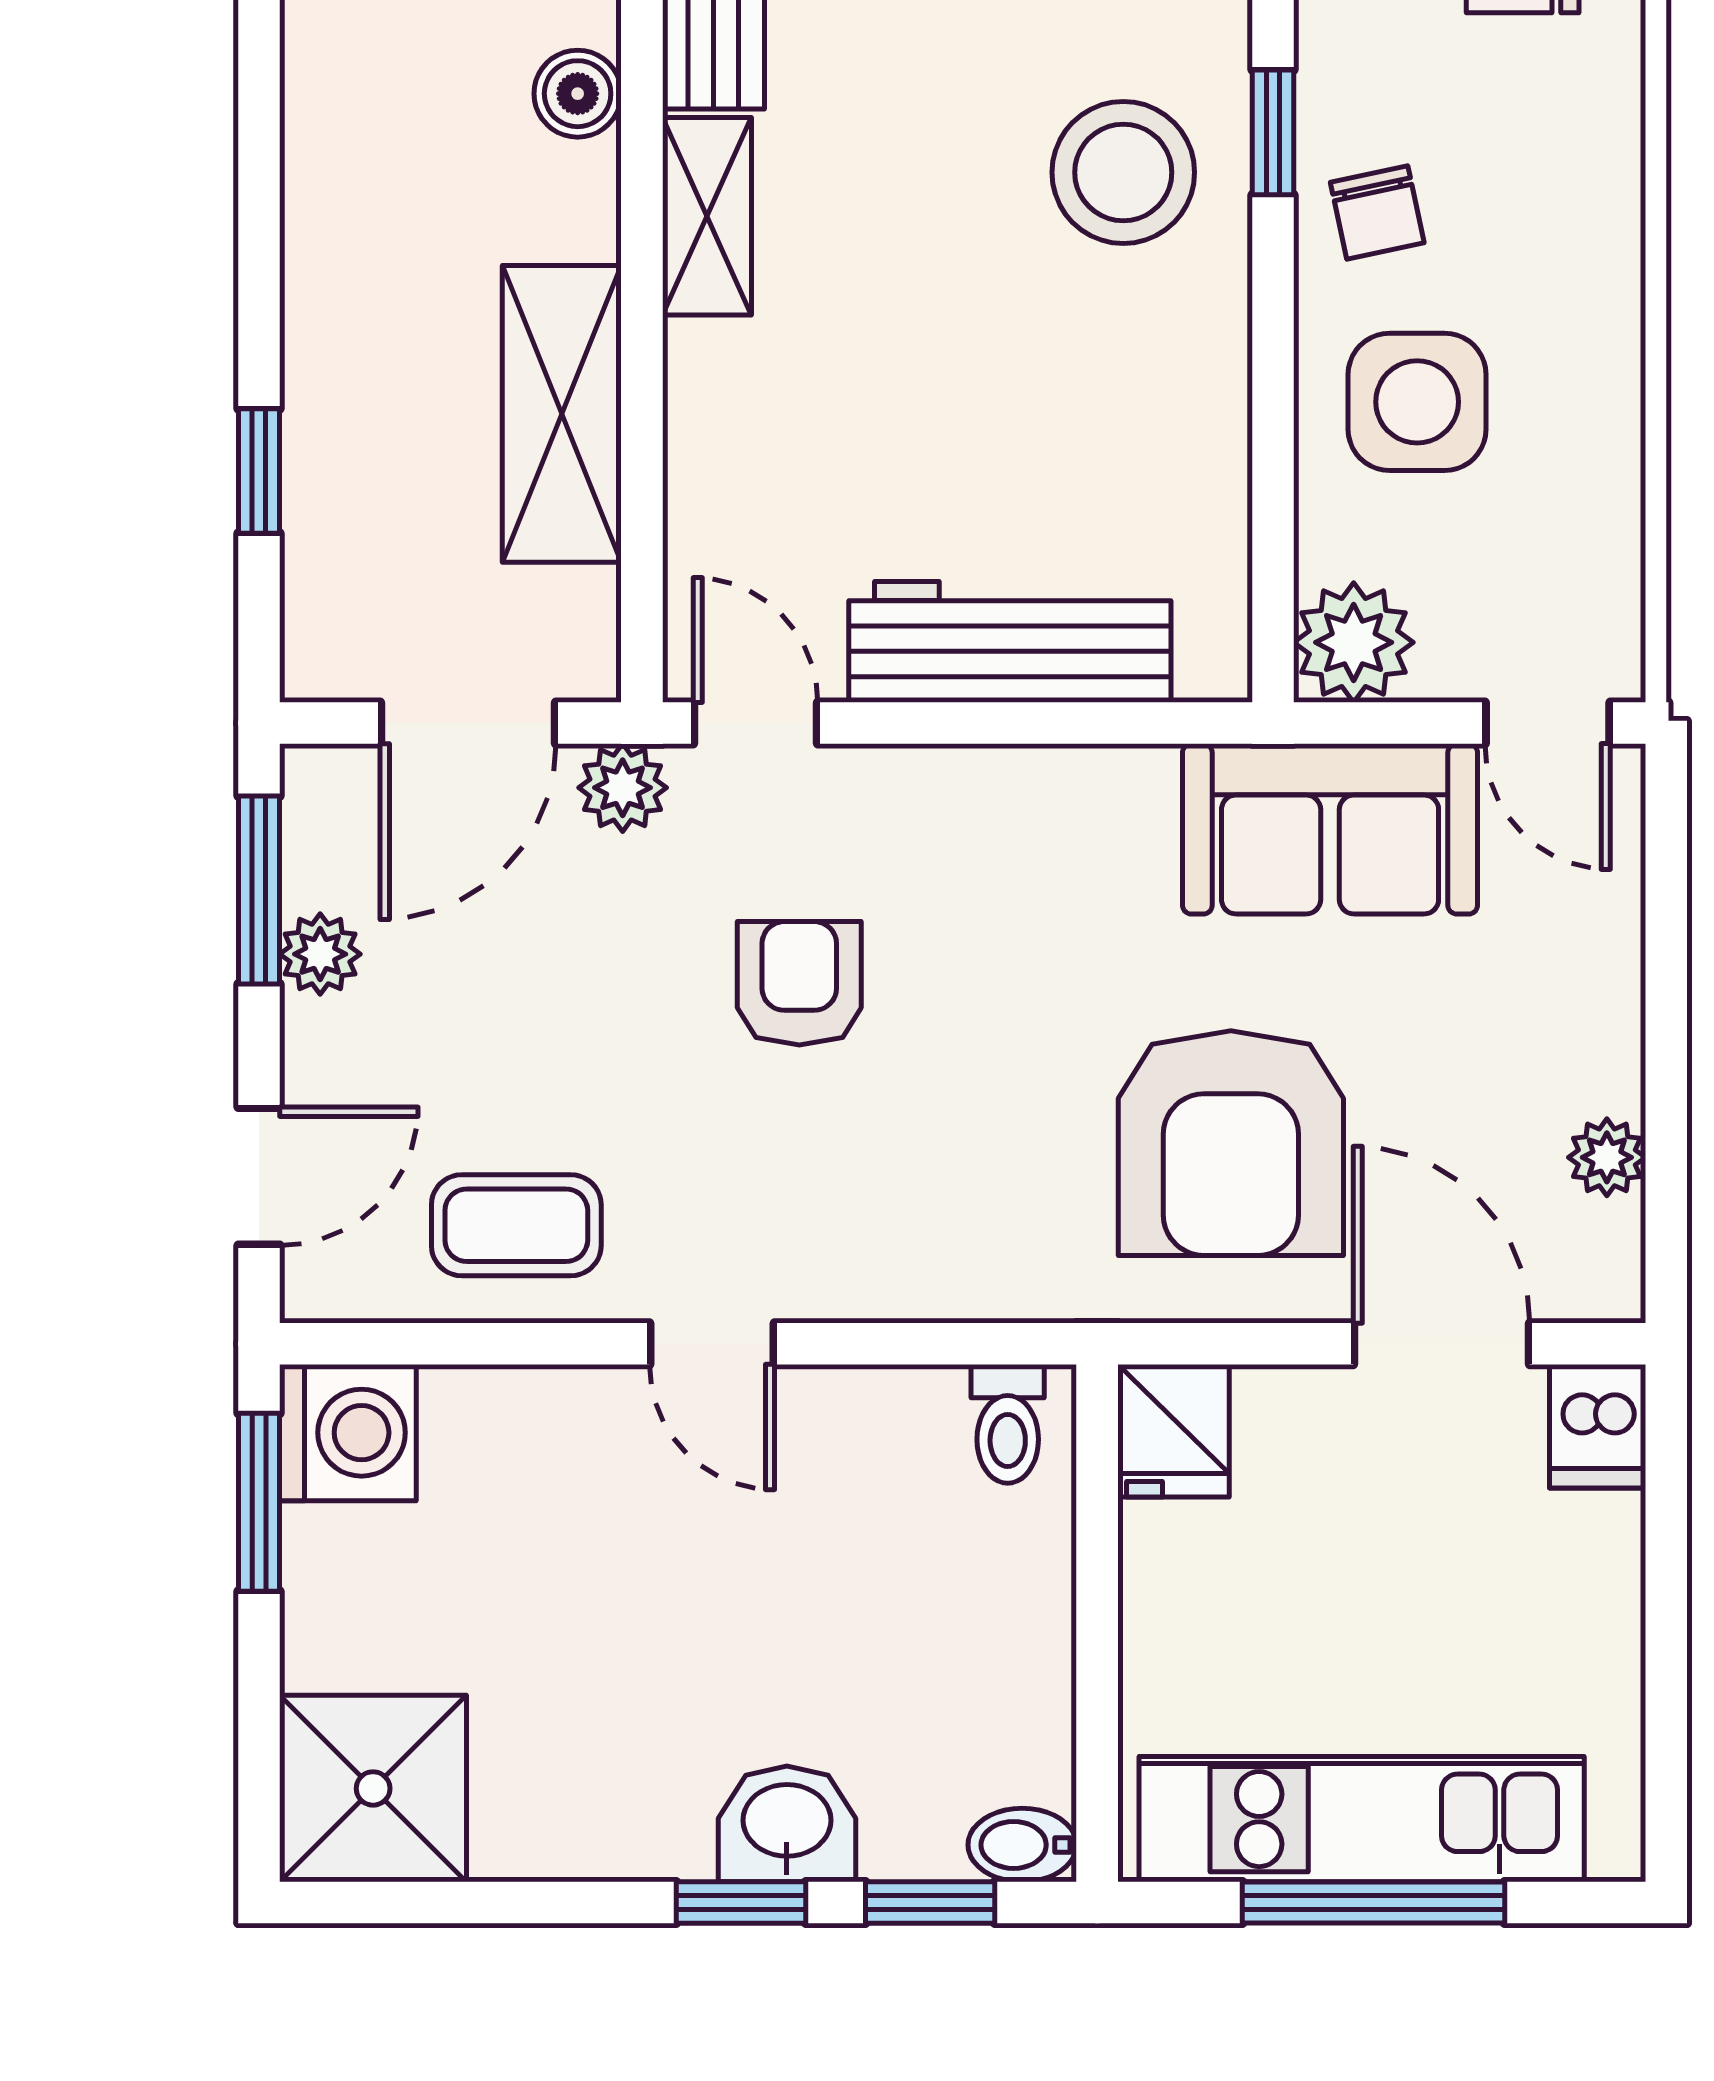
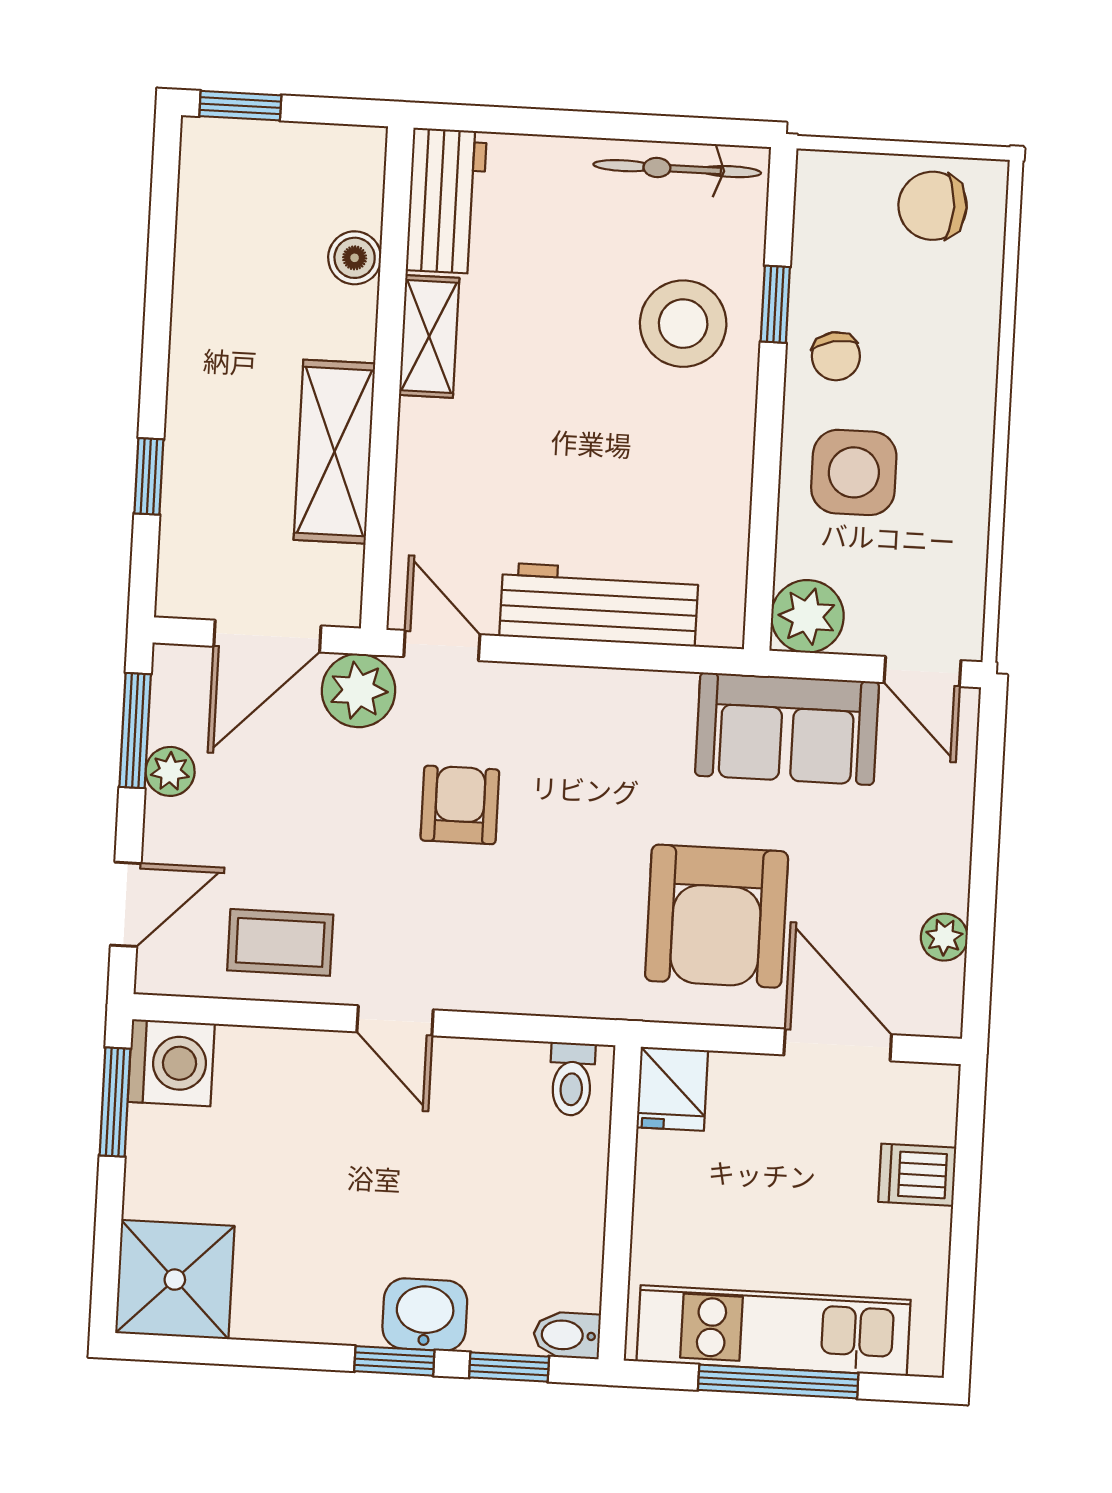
plant: (623, 788) -> (359, 690), width x1.38, depth x1.38
dishwasher: (1598, 1426) -> (917, 1175), moved, turned 90

